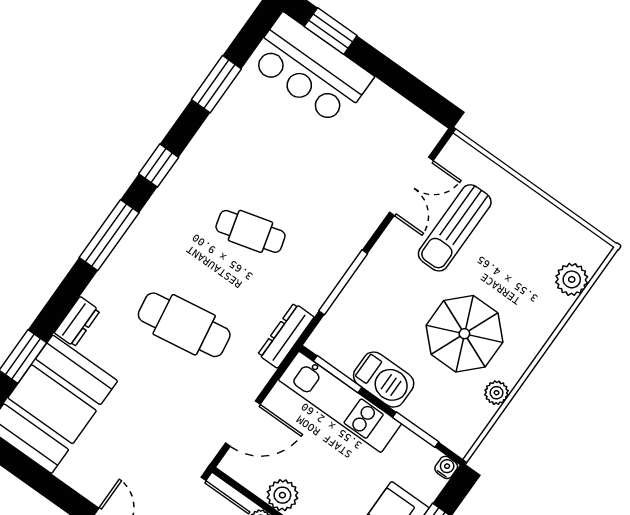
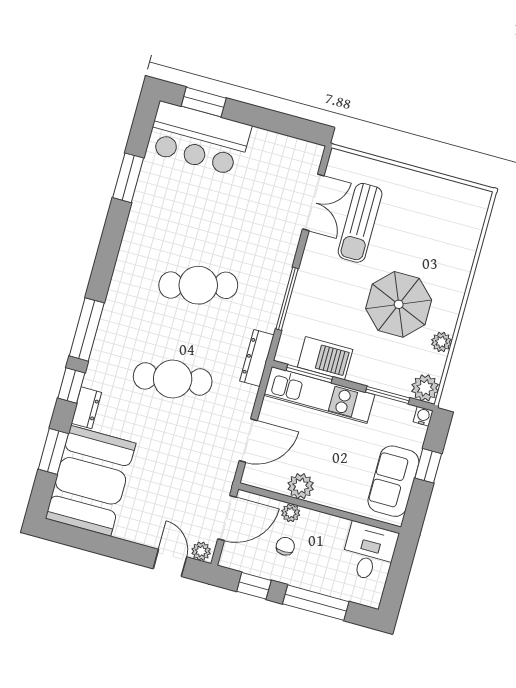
window: (159, 166) -> (71, 385), moved
cafe table: (251, 231) -> (198, 285), width x1.37, depth x1.35
plant: (572, 279) -> (425, 388), moved
barbecue: (384, 380) -> (325, 358), moved

